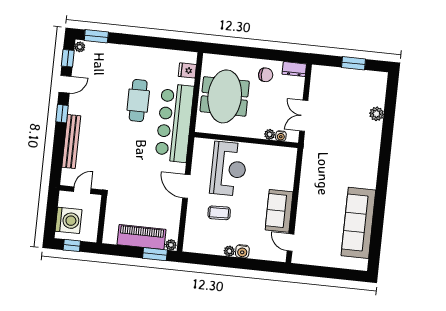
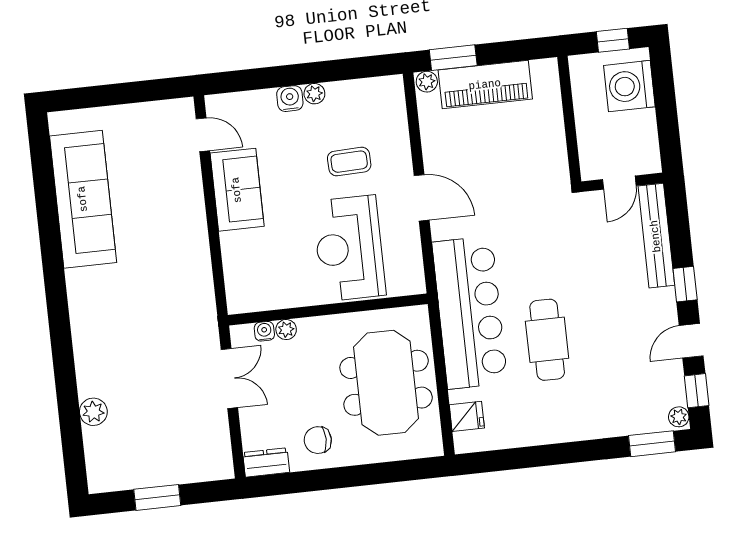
wall: (81, 190) -> (622, 182), moved
door: (82, 190) -> (619, 183), moved

